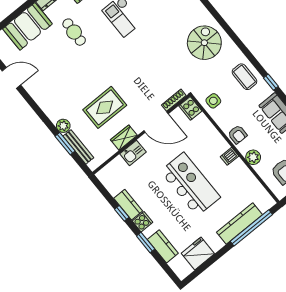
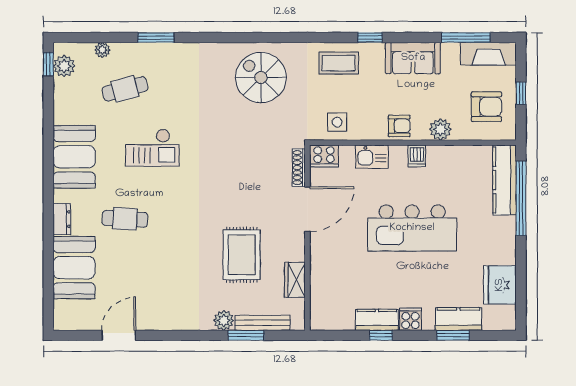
wardrobe: (124, 138) -> (295, 280), moved
kitchen sink: (133, 153) -> (372, 157), moved, turned 90
kitchen island: (190, 184) -> (412, 228), turned 180
kitchen counter: (240, 223) -> (505, 180), moved
window: (146, 242) -> (453, 335), moved

